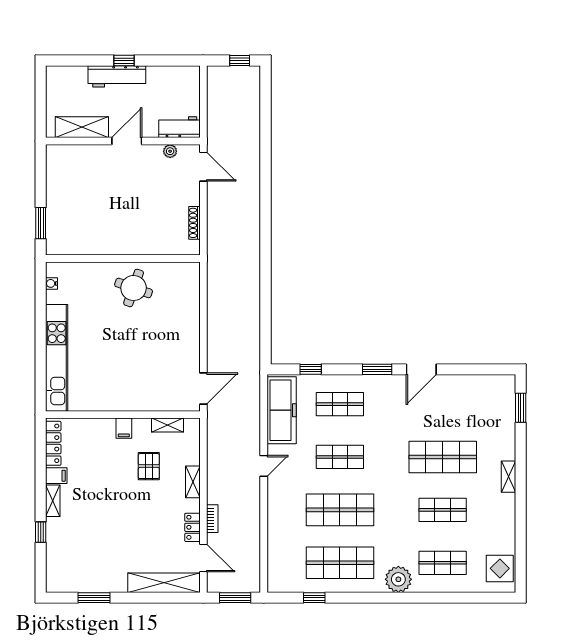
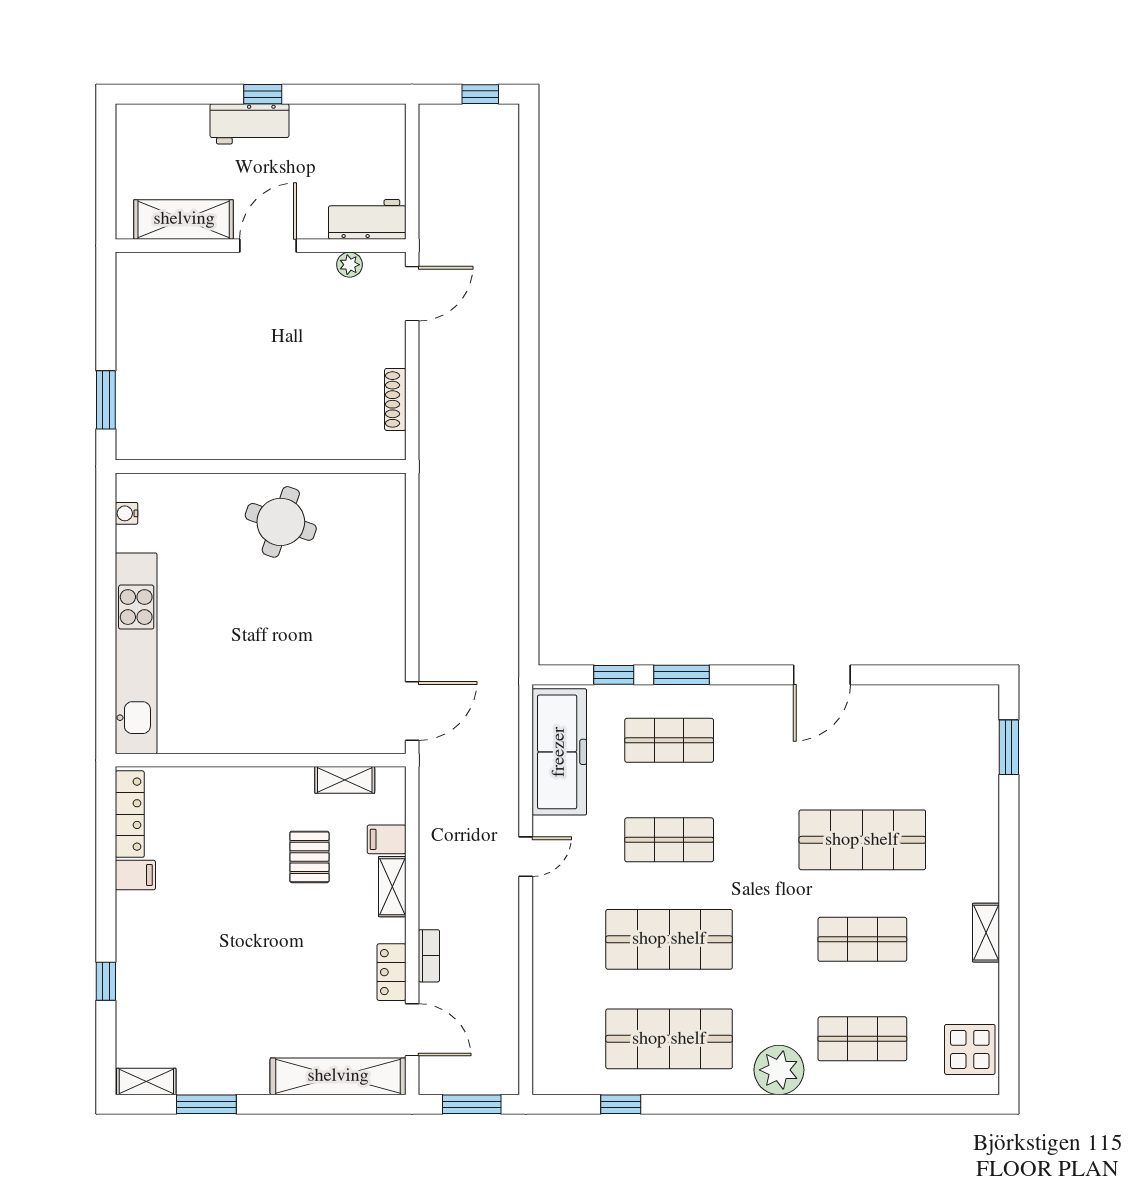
workbench: (117, 76) -> (250, 124), width x0.73
door: (203, 167) -> (412, 294), hinge flipped
window: (377, 369) -> (682, 675), moved
filing cabinet: (124, 428) -> (387, 839), moved, turned 90
shelving: (508, 477) -> (986, 933), moved
shelving: (53, 501) -> (146, 1081), moved, turned 90

